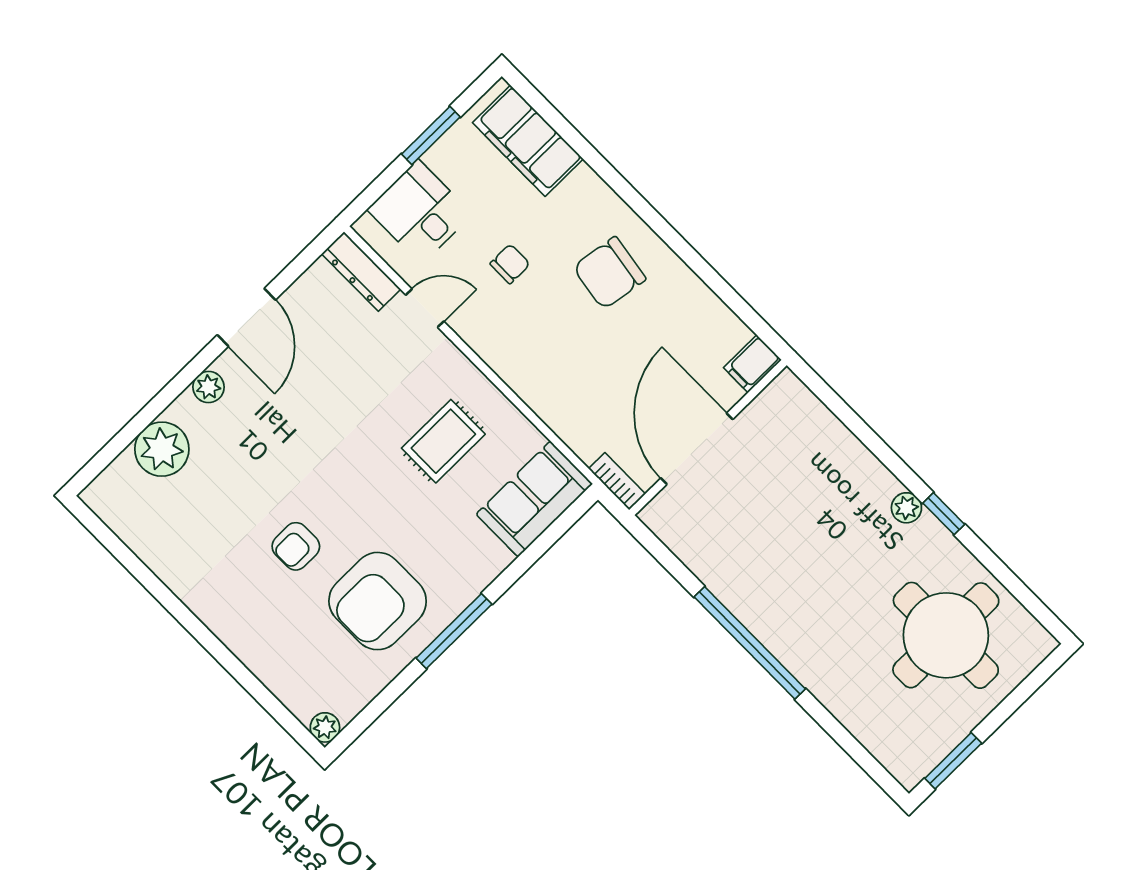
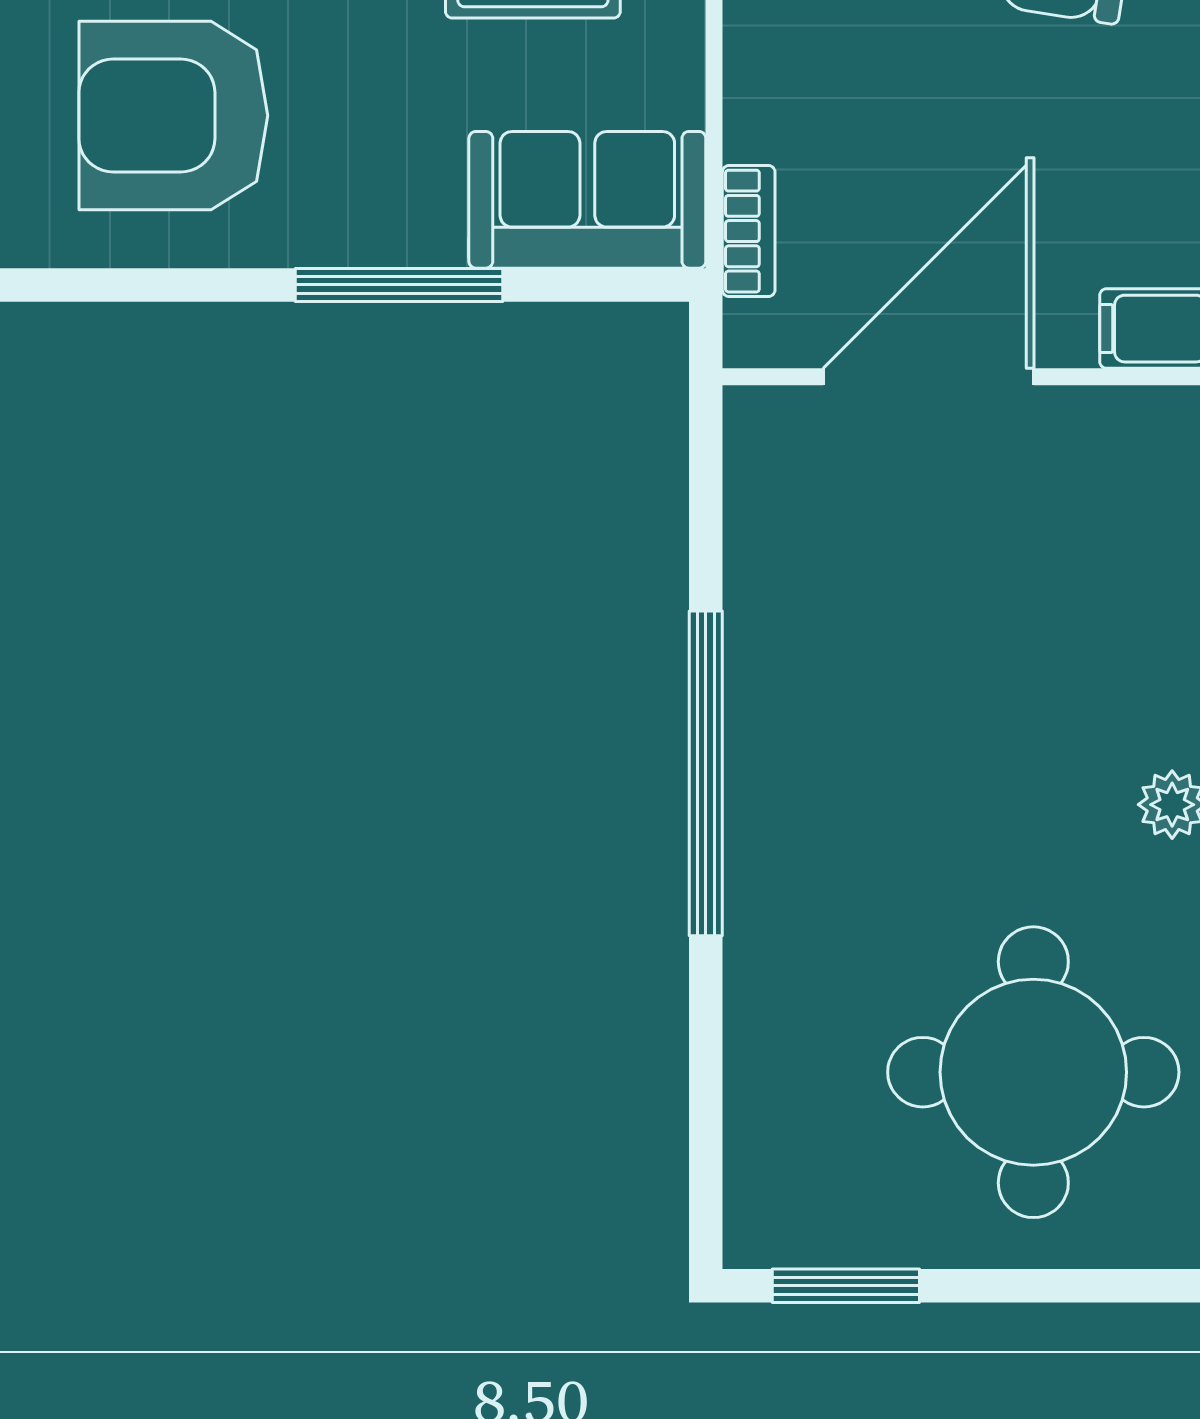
bookcase: (617, 481) -> (749, 231), moved
window: (454, 631) -> (399, 285), moved

